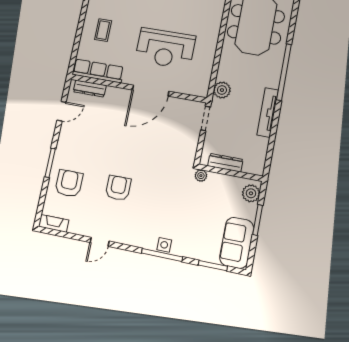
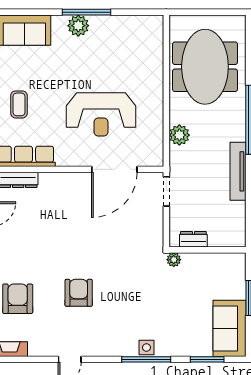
plant: (222, 90) -> (179, 135), moved
door: (151, 91) -> (114, 169), moved
dresser: (225, 163) -> (193, 239), width x0.70
plant: (251, 193) -> (236, 269), removed

